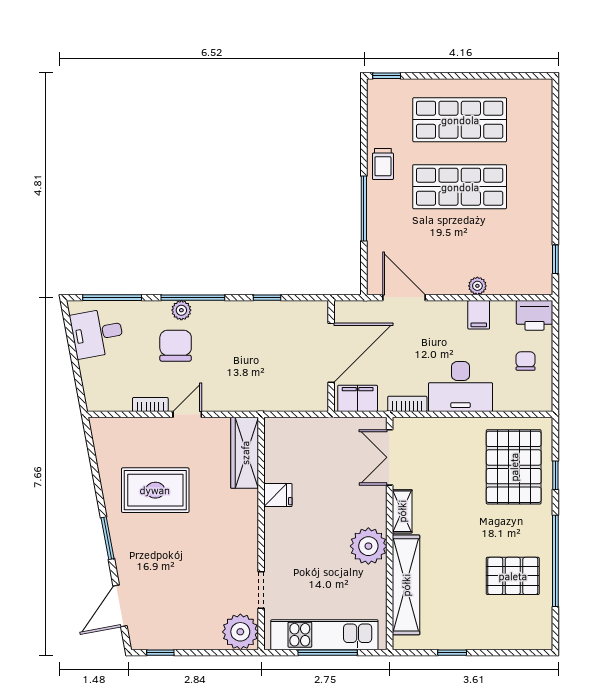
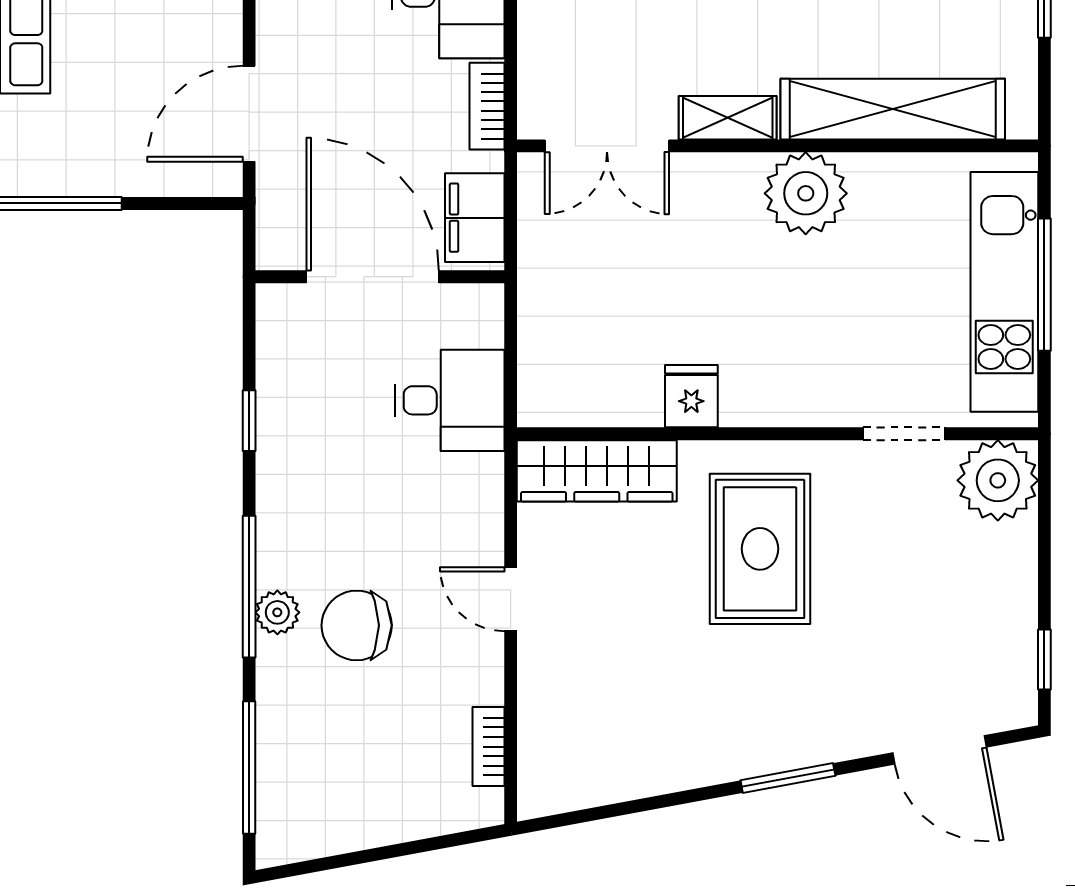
desk: (97, 333) -> (450, 400), moved, turned -80
bookcase: (150, 405) -> (489, 747), moved
rug: (155, 490) -> (760, 549), moved

